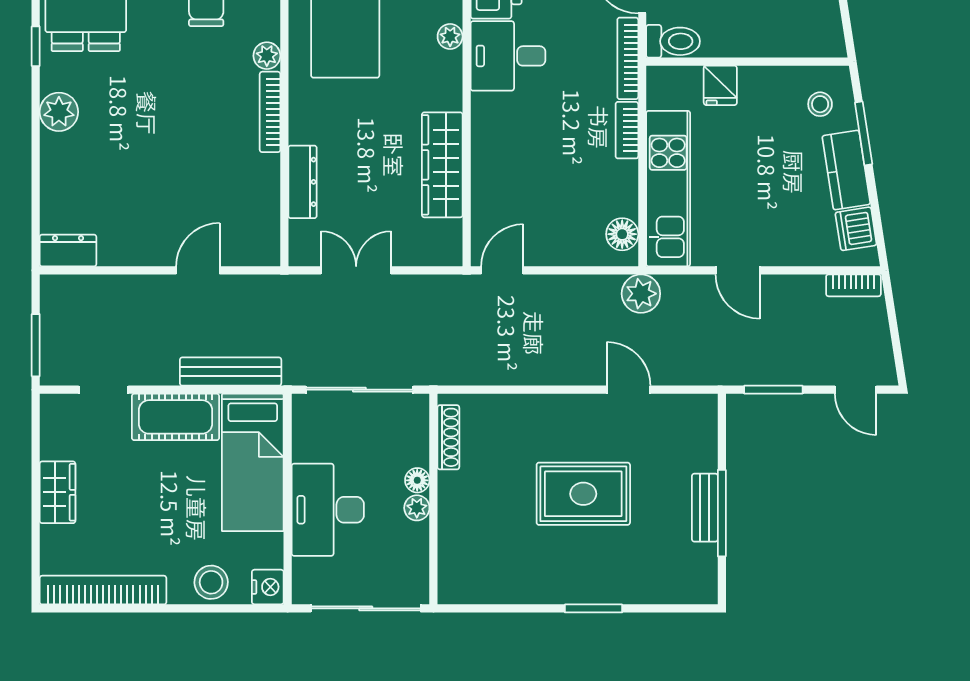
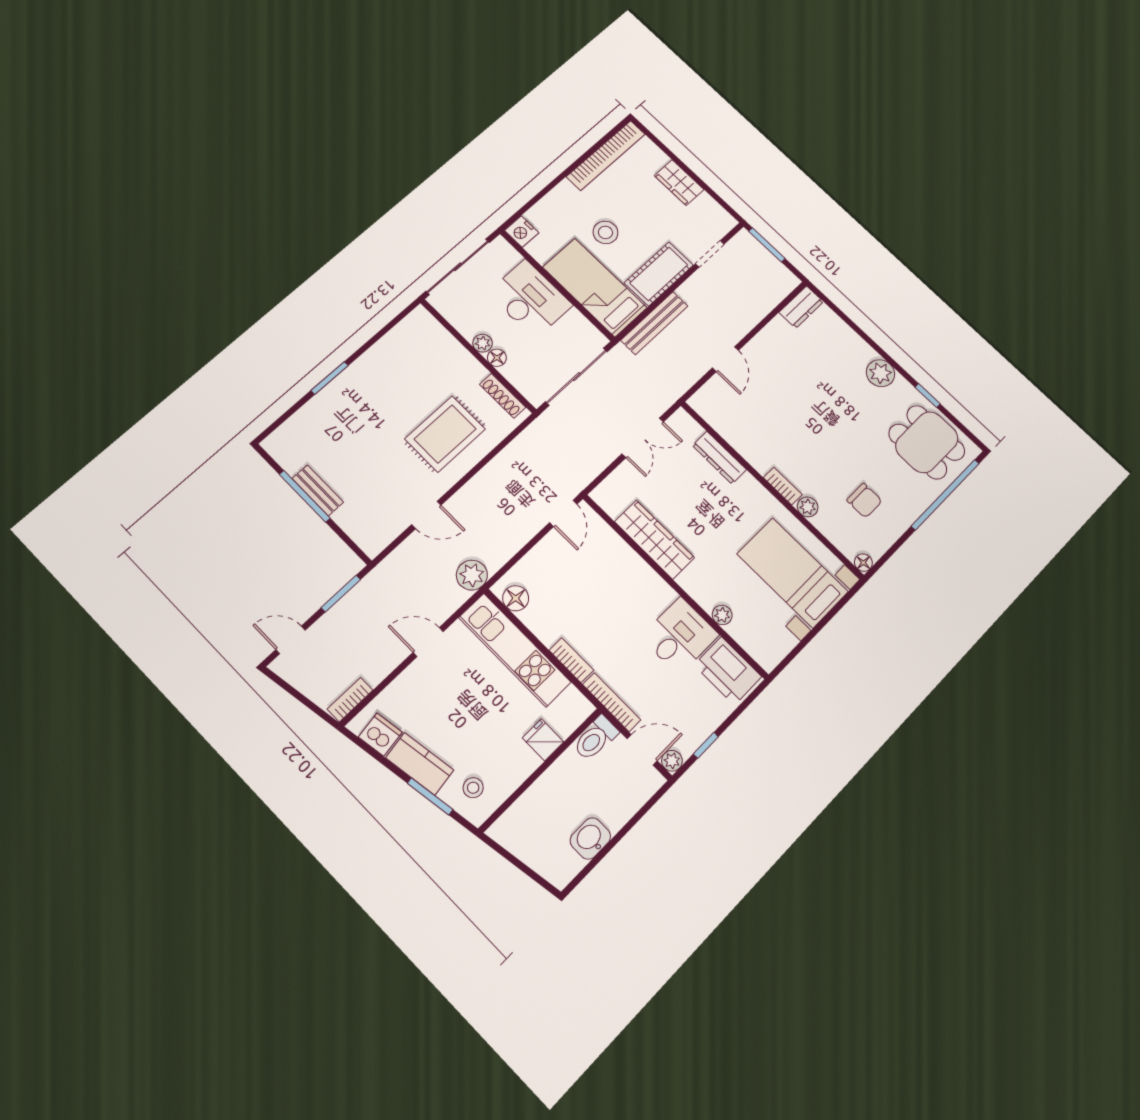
bookcase: (270, 112) -> (783, 486), width x0.64
rug: (583, 494) -> (445, 434), moved
stool: (211, 582) -> (605, 232), moved

